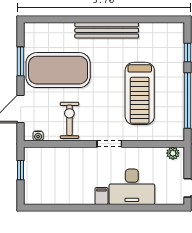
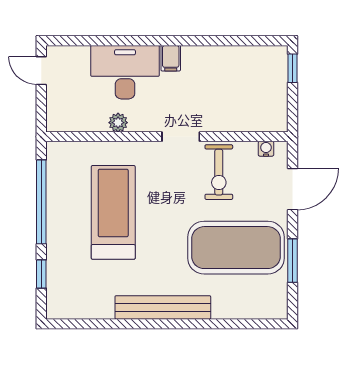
doorway: (109, 144) -> (181, 137), moved
plant: (173, 153) -> (118, 123), moved
window: (21, 170) -> (292, 68), moved

